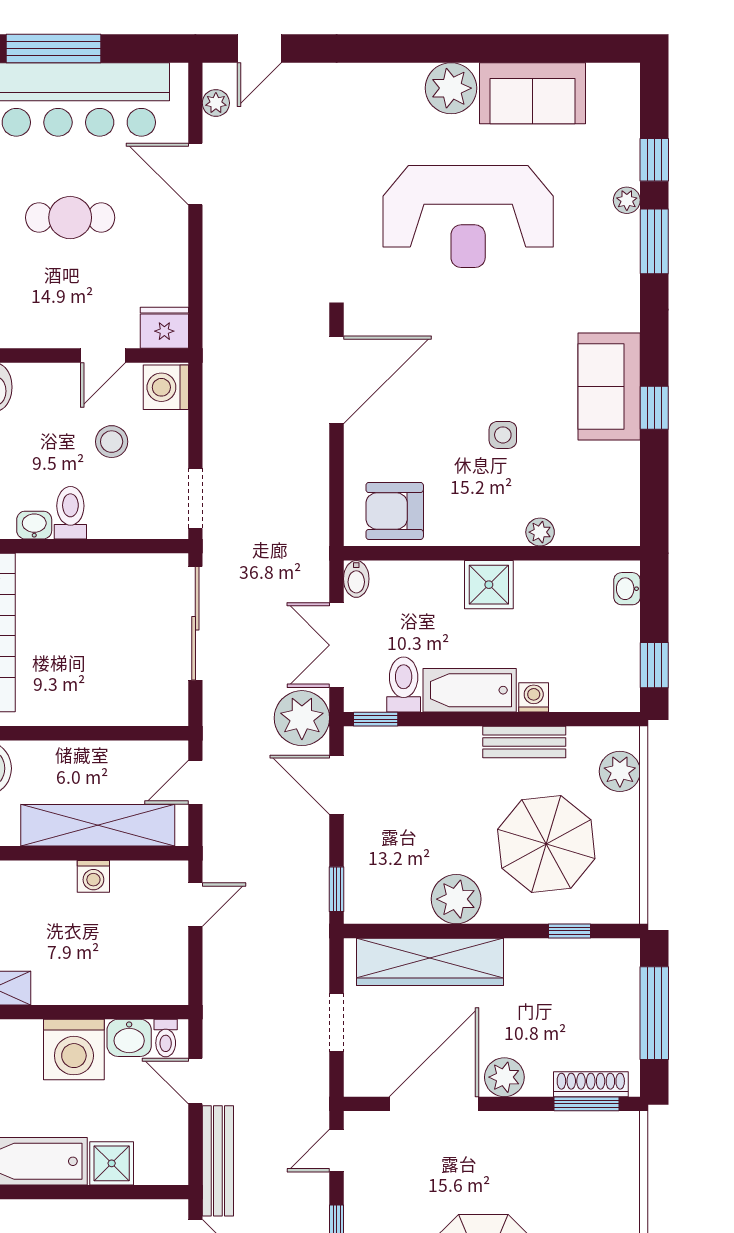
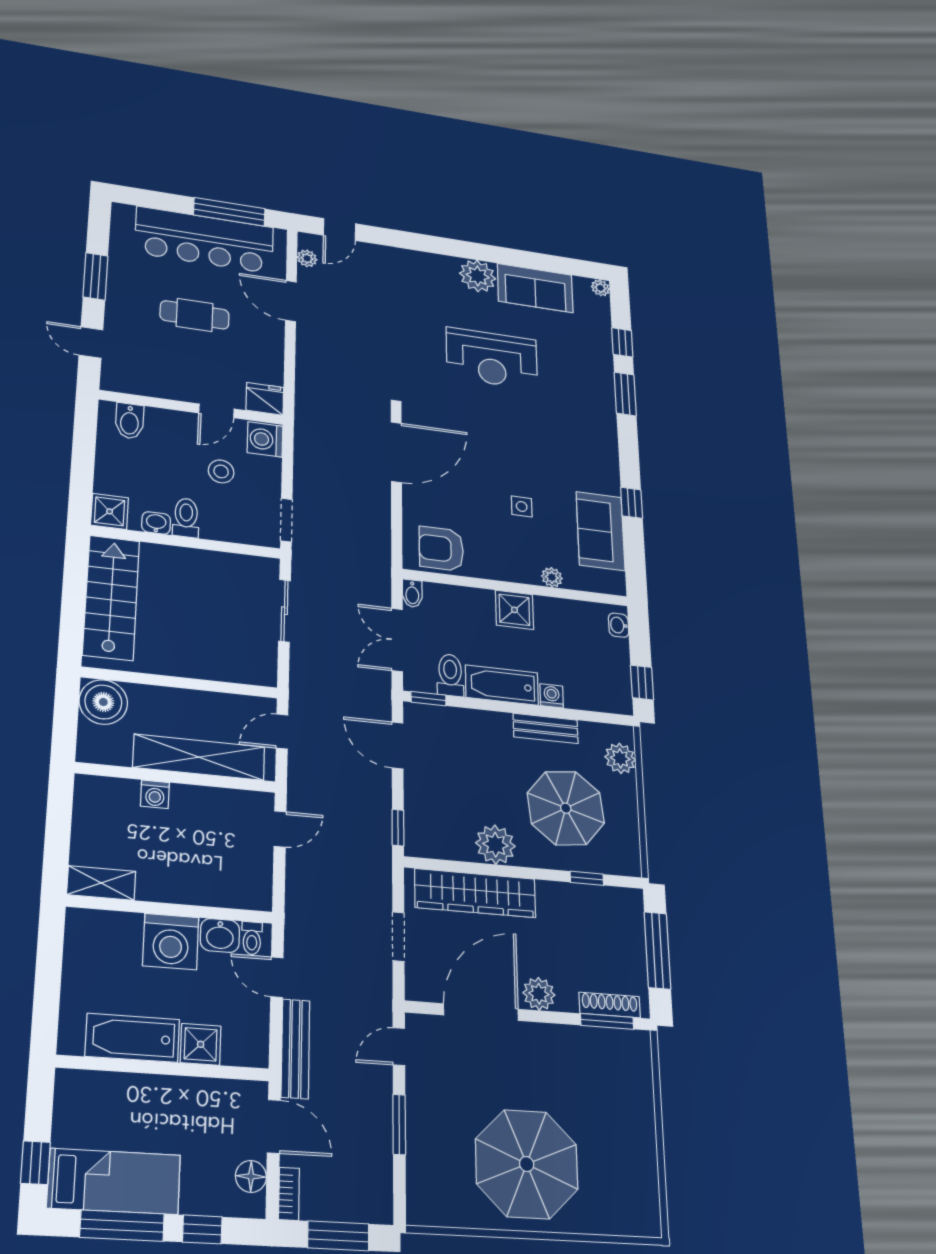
window: (54, 48) -> (229, 212), moved
plant: (627, 200) -> (600, 288), moved
reception desk: (468, 217) -> (492, 358), width x0.74, depth x0.77
sofa: (609, 387) -> (601, 531), moved
sliding door: (195, 623) -> (284, 611), width x0.73
plant: (302, 718) -> (370, 691), removed
washing machine: (93, 876) -> (155, 794), moved

